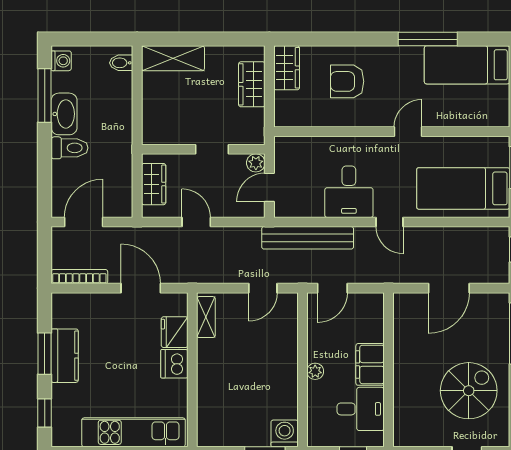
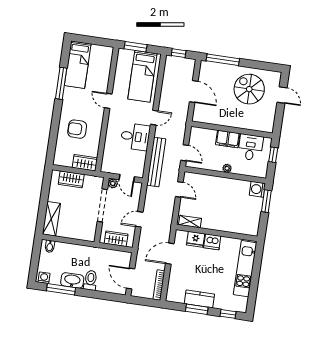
wardrobe: (287, 68) -> (85, 163), moved
armchair: (347, 81) -> (77, 129), turned 90
doorway: (212, 149) -> (102, 205), width x1.88

